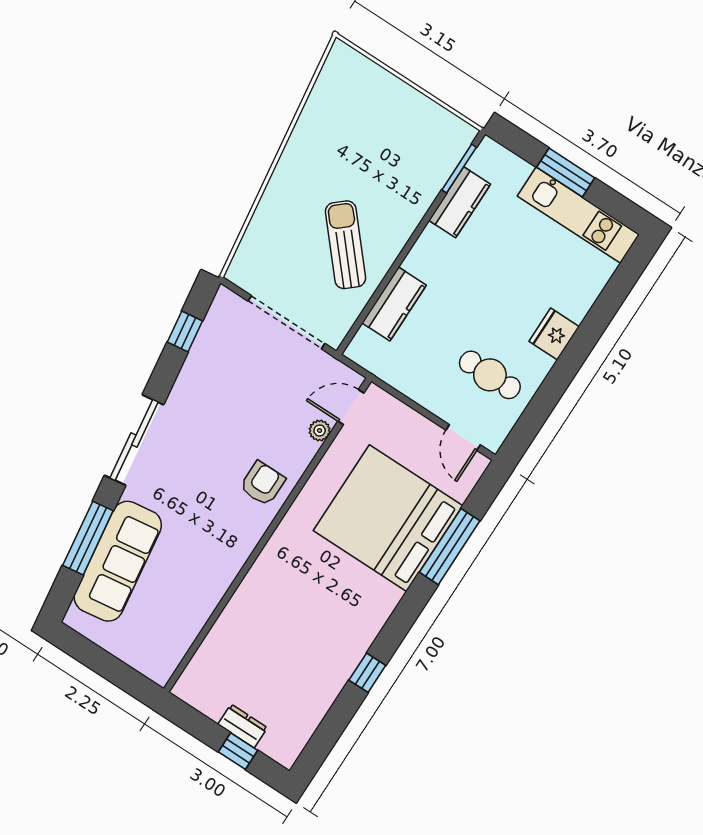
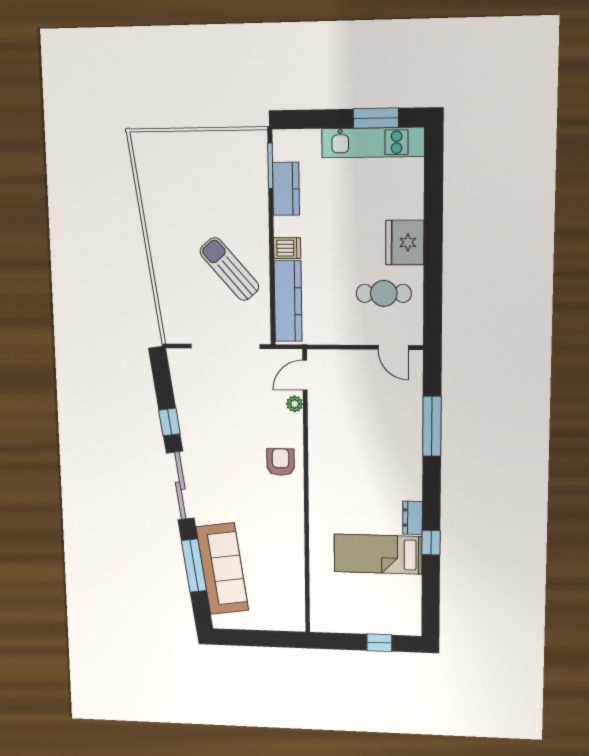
window: (566, 173) -> (376, 118), moved
dishwasher: (421, 263) -> (287, 248), added
kitchen counter: (394, 304) -> (288, 301), width x1.50
window: (185, 332) -> (169, 422), moved
fridge: (554, 334) -> (405, 242), width x1.36, depth x1.34
bed: (388, 518) -> (378, 554), moved, width x0.49
dresser: (243, 726) -> (412, 518), moved, turned -90

